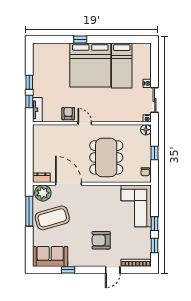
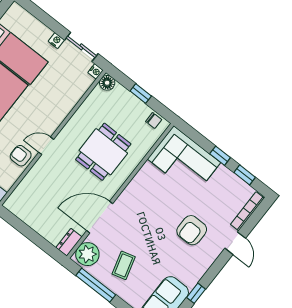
dining table: (106, 157) -> (103, 152), width x0.73
coffee table: (52, 218) -> (124, 265), width x0.54, depth x0.58

